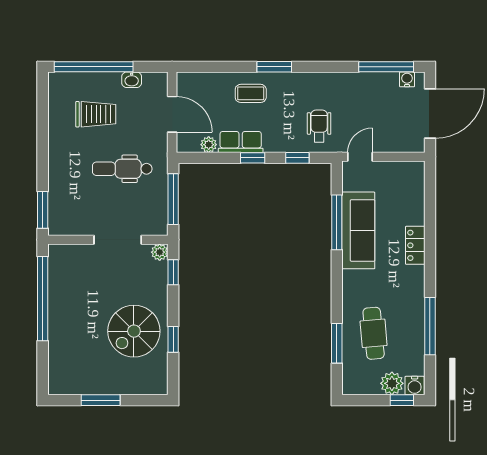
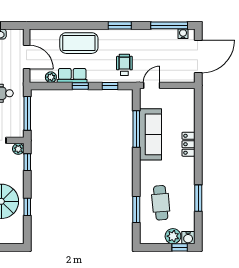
window: (274, 67) -> (120, 25), moved
coffee table: (251, 93) -> (79, 43), width x1.86, depth x1.72
window: (430, 326) -> (198, 198), width x0.69

